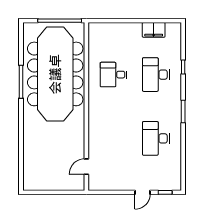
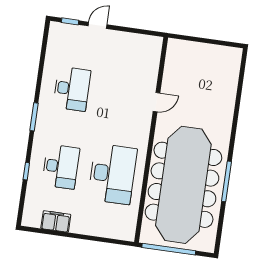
desk: (114, 75) -> (112, 174), width x1.87, depth x1.30
door: (86, 167) -> (156, 102), moved

